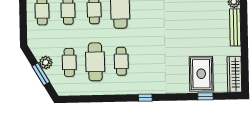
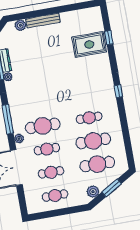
plant: (46, 62) -> (93, 192), moved
cafe table: (69, 62) -> (97, 164), width x1.37, depth x1.35
wardrobe: (234, 74) -> (85, 15), removed

